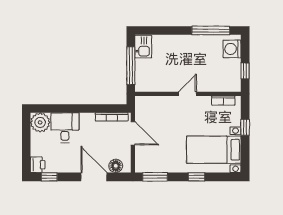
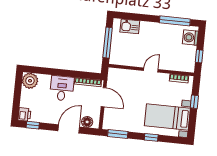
kitchen sink: (143, 47) -> (130, 26), moved, turned 90
desk: (65, 128) -> (62, 88), moved
door: (94, 177) -> (69, 129), hinge flipped

